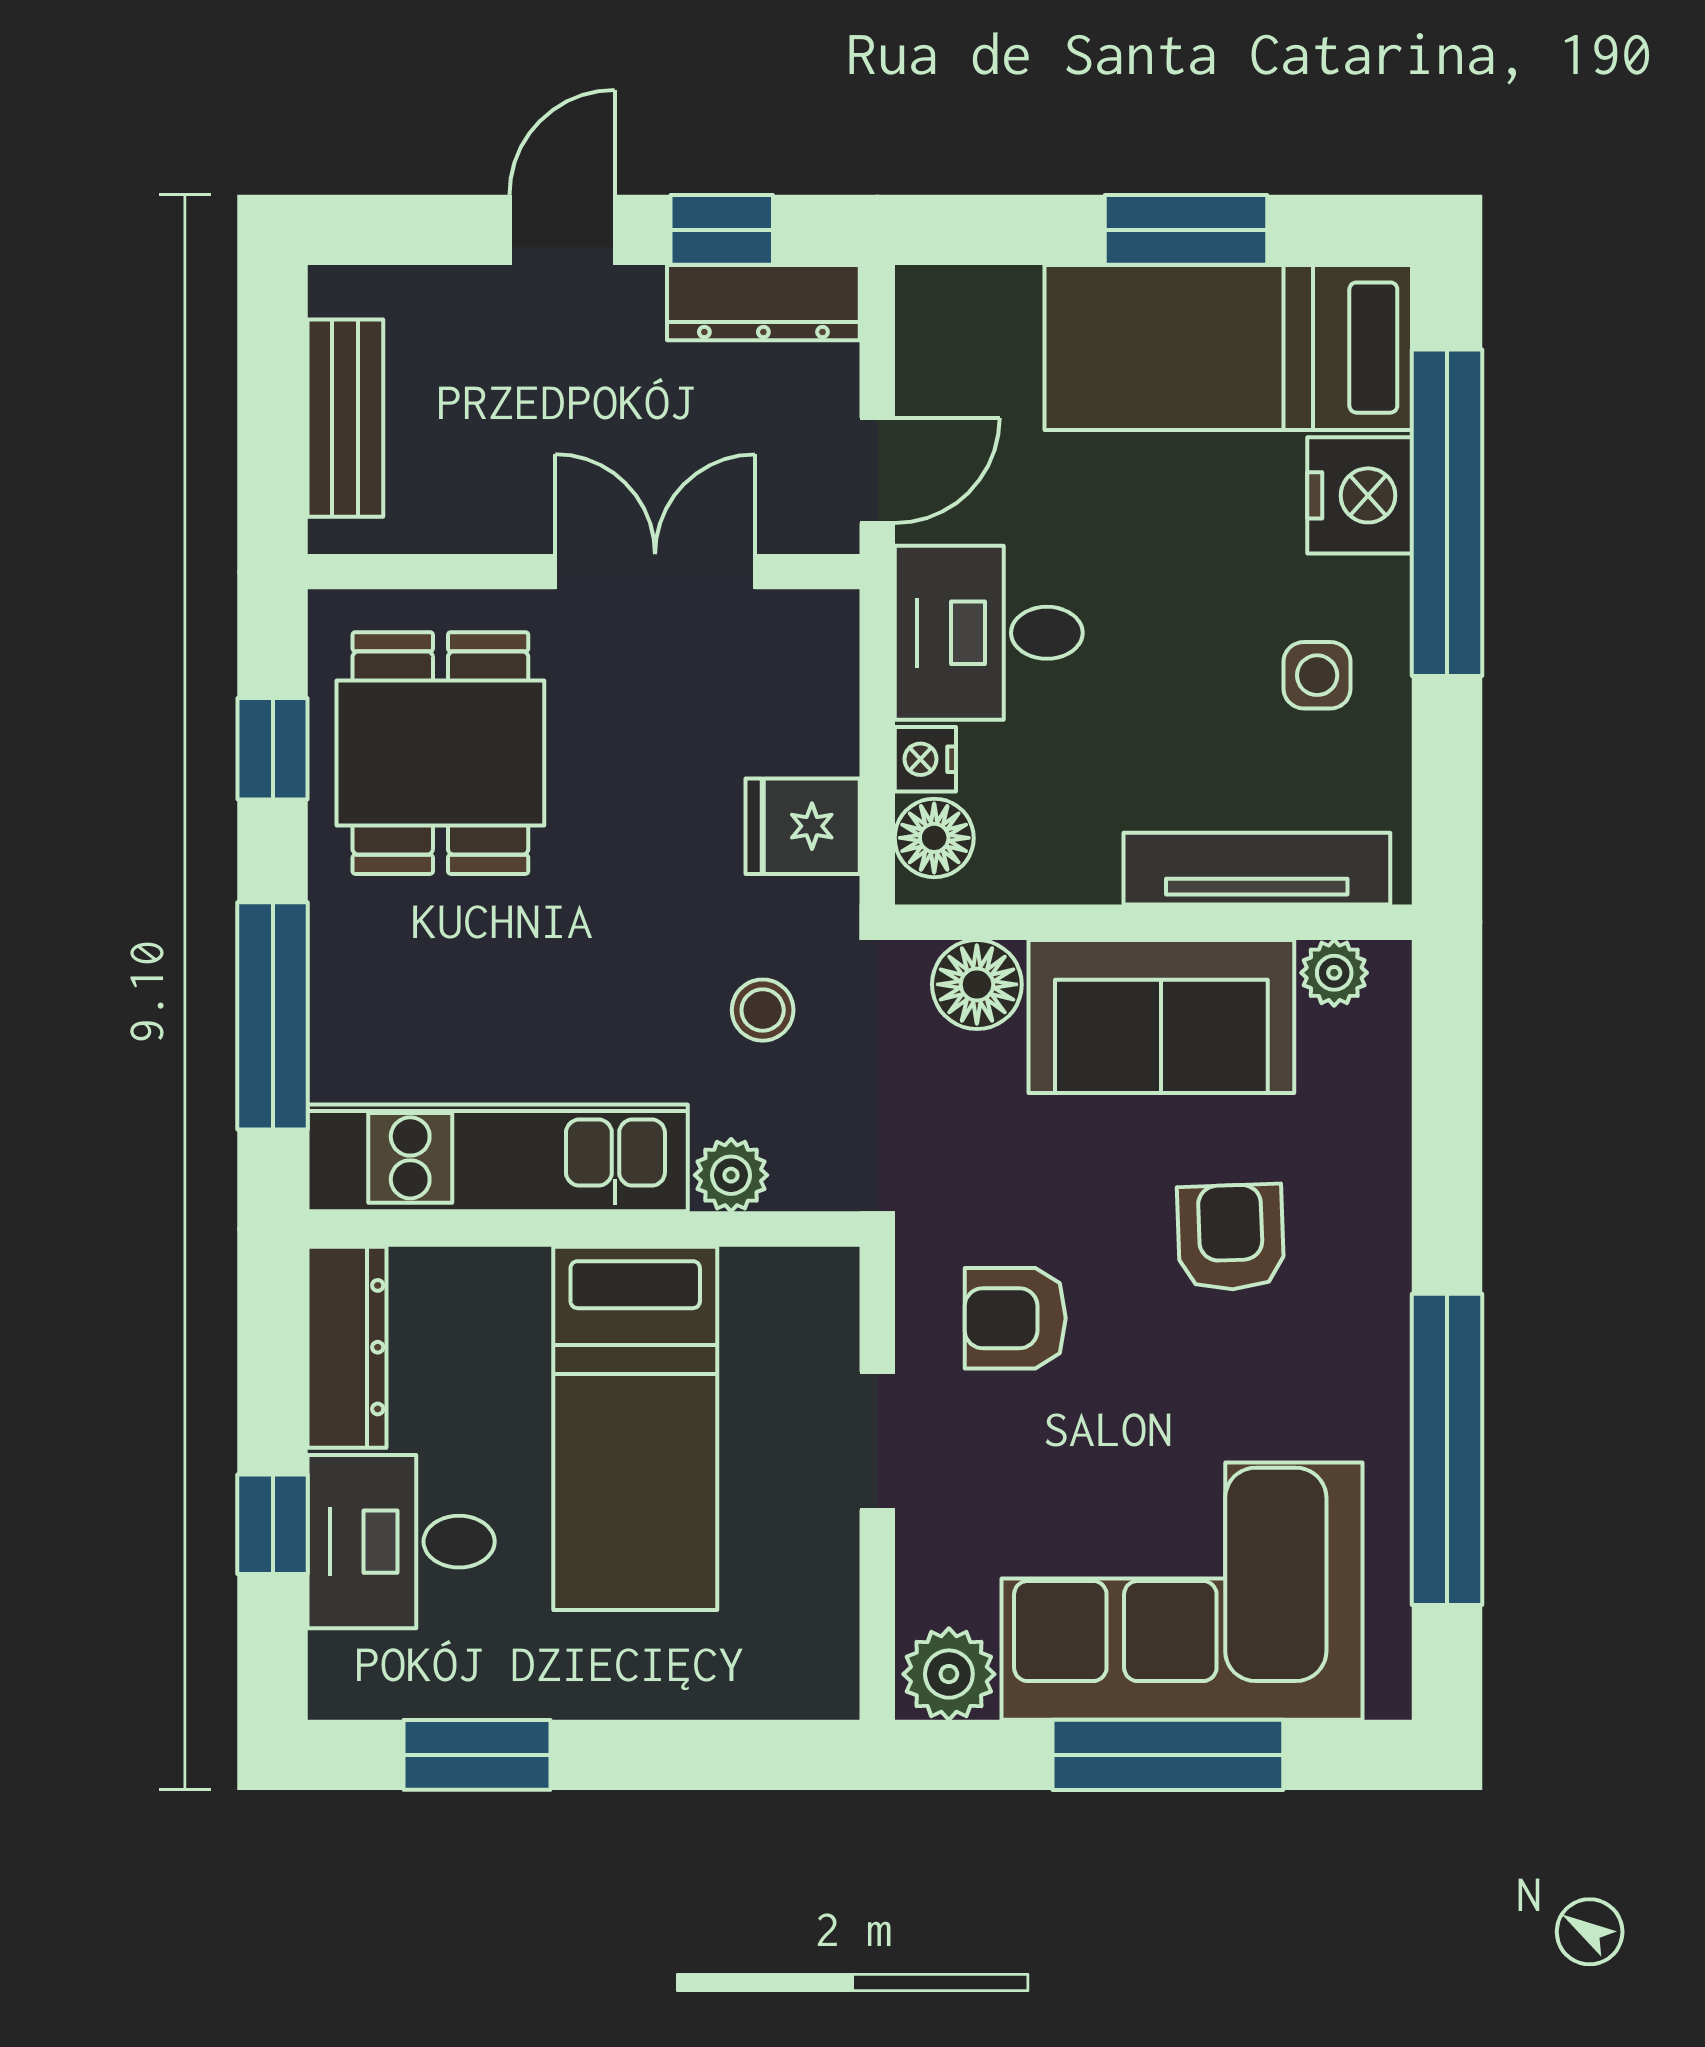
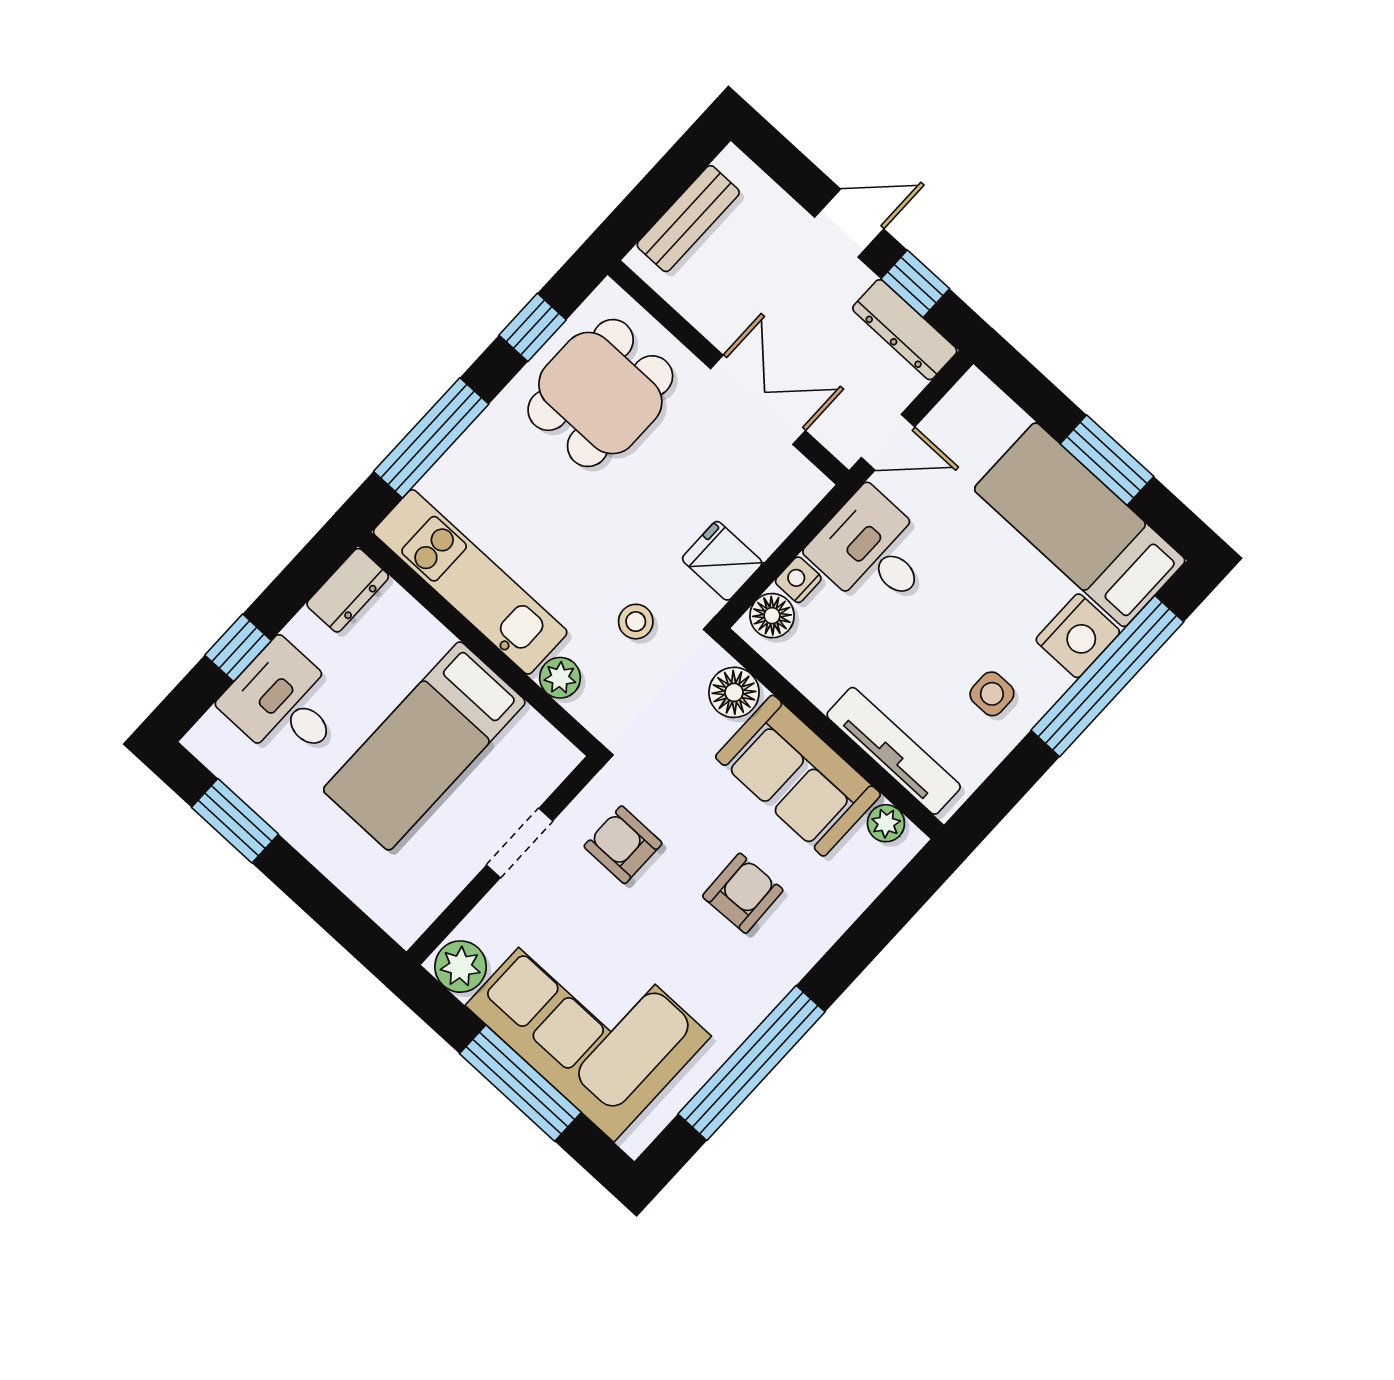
dresser: (347, 1347) -> (348, 590), width x0.70

